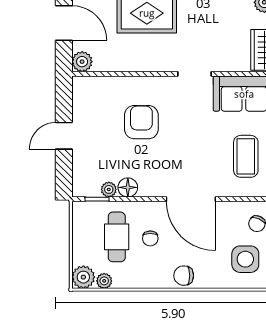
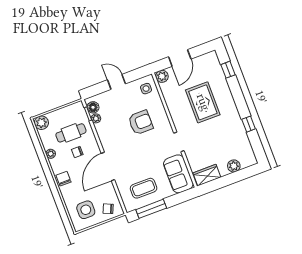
side table: (92, 94) -> (146, 89), added
floor lamp: (128, 187) -> (93, 107), moved
plant: (104, 281) -> (51, 154), moved

